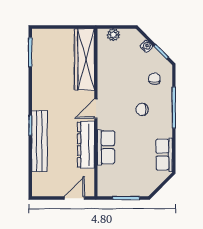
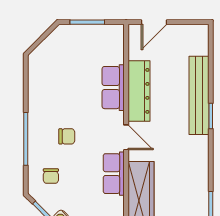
door: (96, 109) -> (126, 137), hinge flipped
row of seats: (164, 155) -> (114, 174), moved, turned 180

